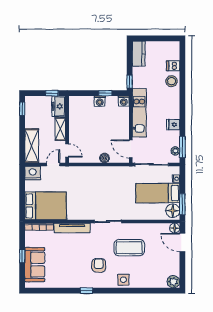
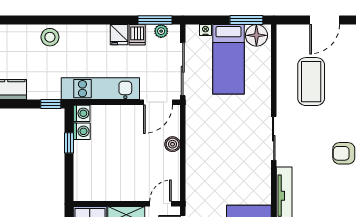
dishwasher: (173, 66) -> (137, 35), moved
washing machine: (100, 101) -> (82, 131), moved
floor lamp: (175, 228) -> (284, 32), removed
door: (182, 242) -> (325, 20), moved
coffee table: (129, 248) -> (311, 82), moved

